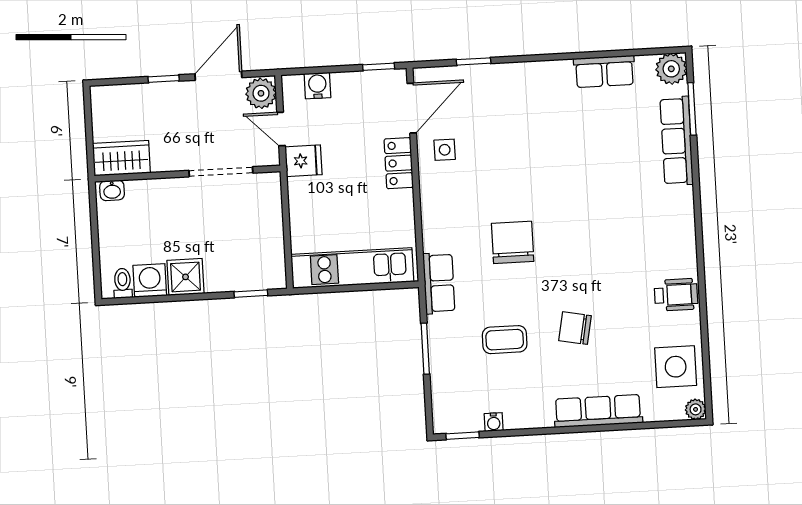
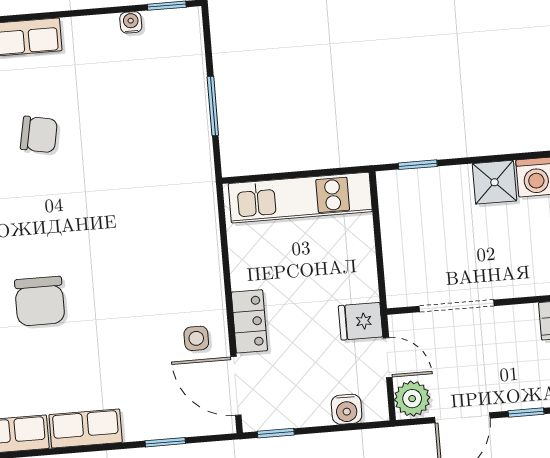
door: (412, 108) -> (236, 386), hinge flipped
chair: (513, 242) -> (40, 301), moved
row of seats: (439, 283) -> (86, 429), moved, turned 90
coffee table: (505, 340) -> (121, 119), removed

